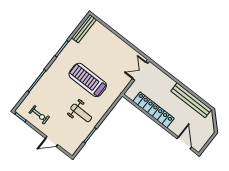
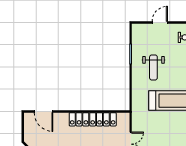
weight bench: (81, 113) -> (153, 67), turned -90

